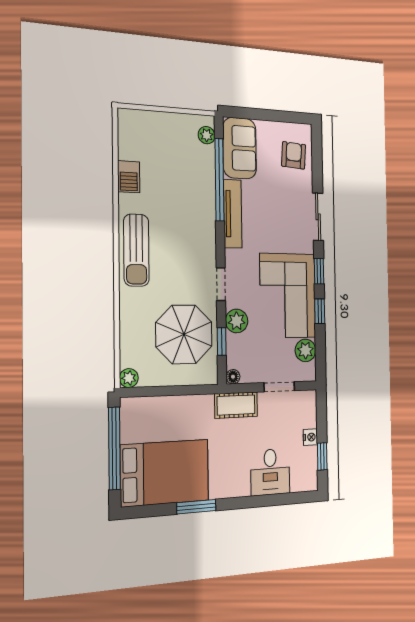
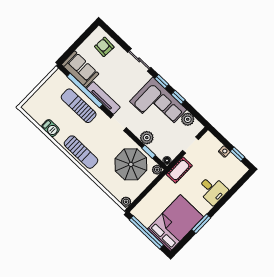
plant: (207, 135) -> (157, 170), moved
sun lounger: (193, 189) -> (79, 106), added
doorway: (221, 284) -> (119, 123), moved
desk: (270, 472) -> (212, 190), moved

